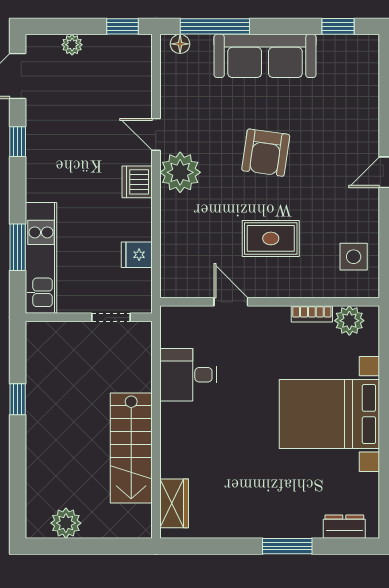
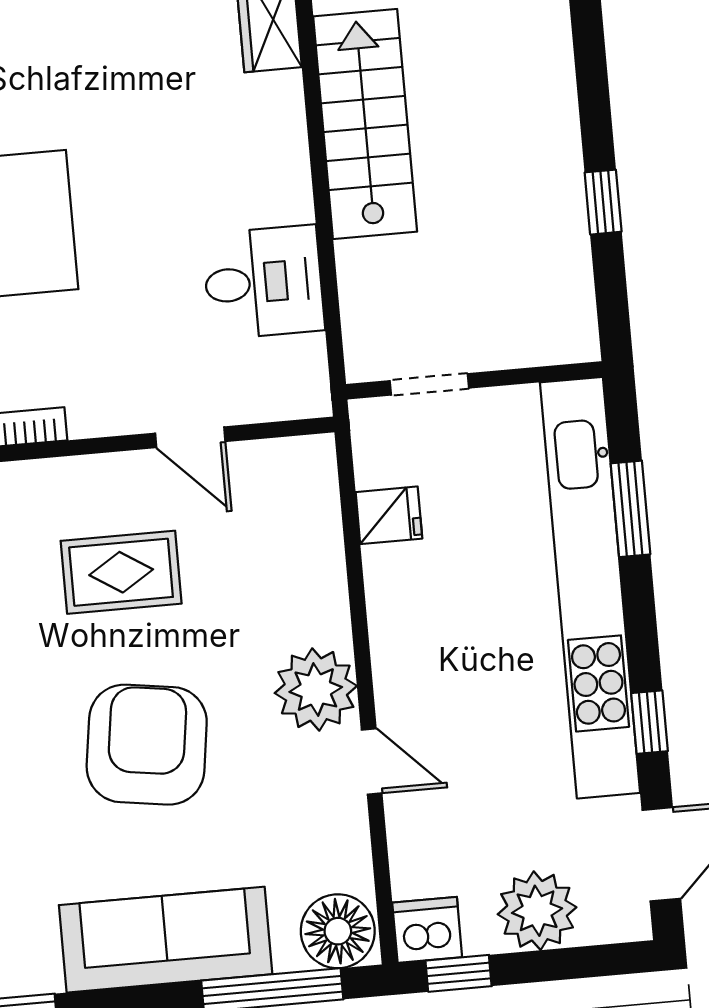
floor lamp: (180, 44) -> (338, 931), width x1.89, depth x1.89
plant: (72, 45) -> (537, 911), width x1.87, depth x1.87
armchair: (266, 153) -> (147, 745), width x1.36, depth x1.36
dishwasher: (137, 182) -> (427, 930), moved, turned -90
kitchen unit: (41, 258) -> (590, 588), width x1.86

